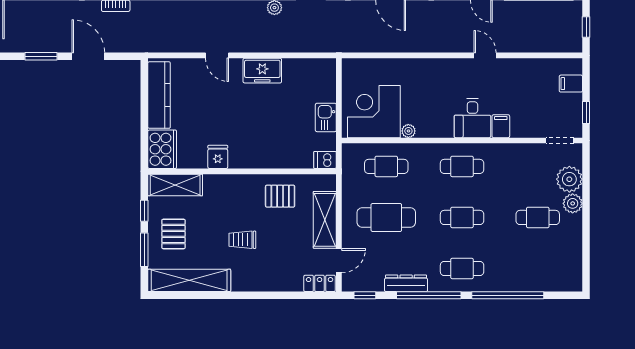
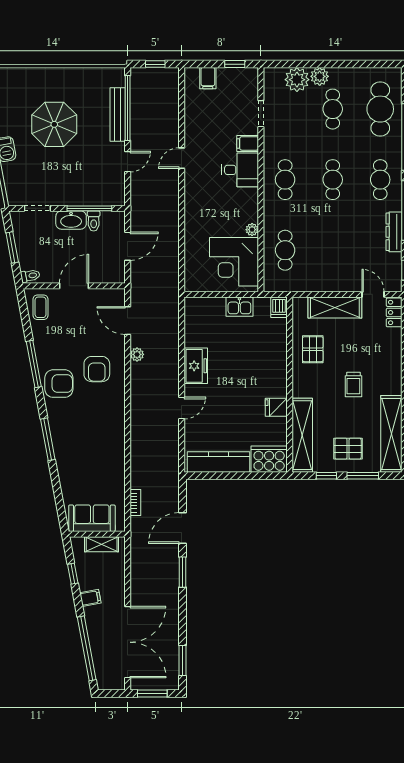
doorway: (560, 141) -> (261, 114), moved
shelving: (175, 185) -> (302, 435), width x1.47
cafe table: (386, 217) -> (380, 109), moved

